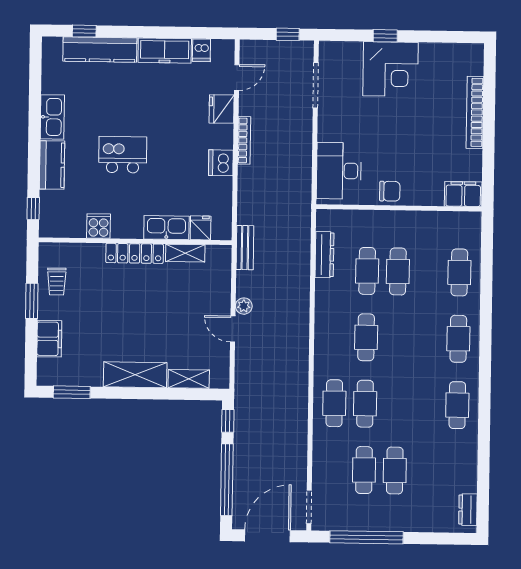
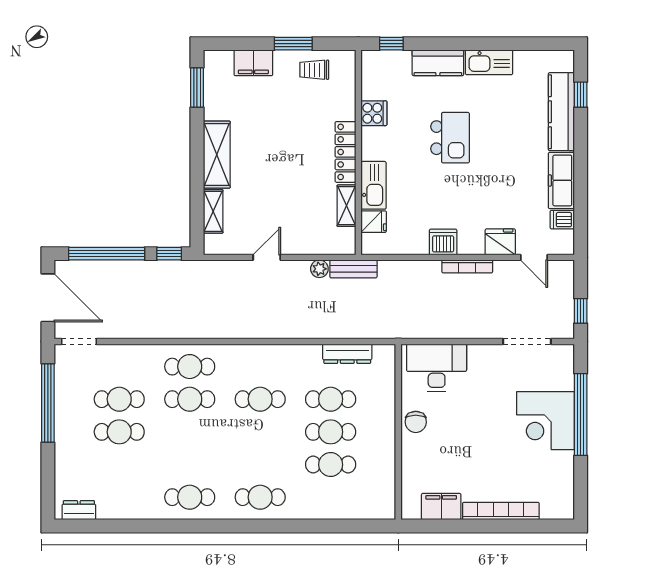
window: (385, 36) -> (581, 415), width x3.17
filing cabinet: (463, 194) -> (441, 507), moved, turned -90
cafe table: (459, 272) -> (331, 465), moved
plant: (244, 306) -> (319, 269), moved

